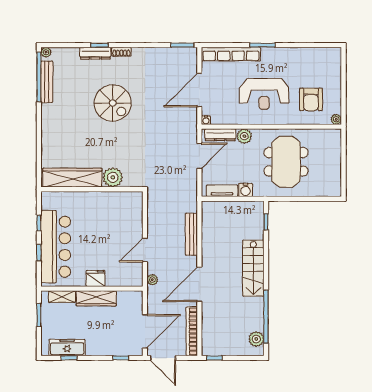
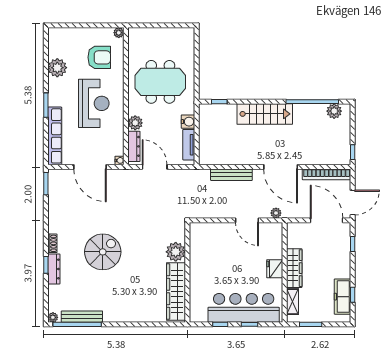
plant: (300, 57) -> (57, 68), added

